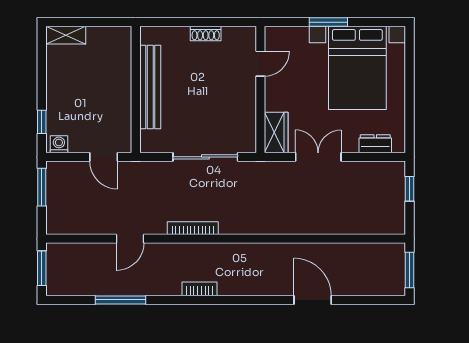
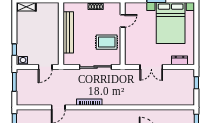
rug: (228, 106) -> (107, 42), added
wardrobe: (276, 133) -> (131, 55), removed
door: (104, 157) -> (45, 67), hinge flipped
double door: (318, 157) -> (151, 67), swing flipped

